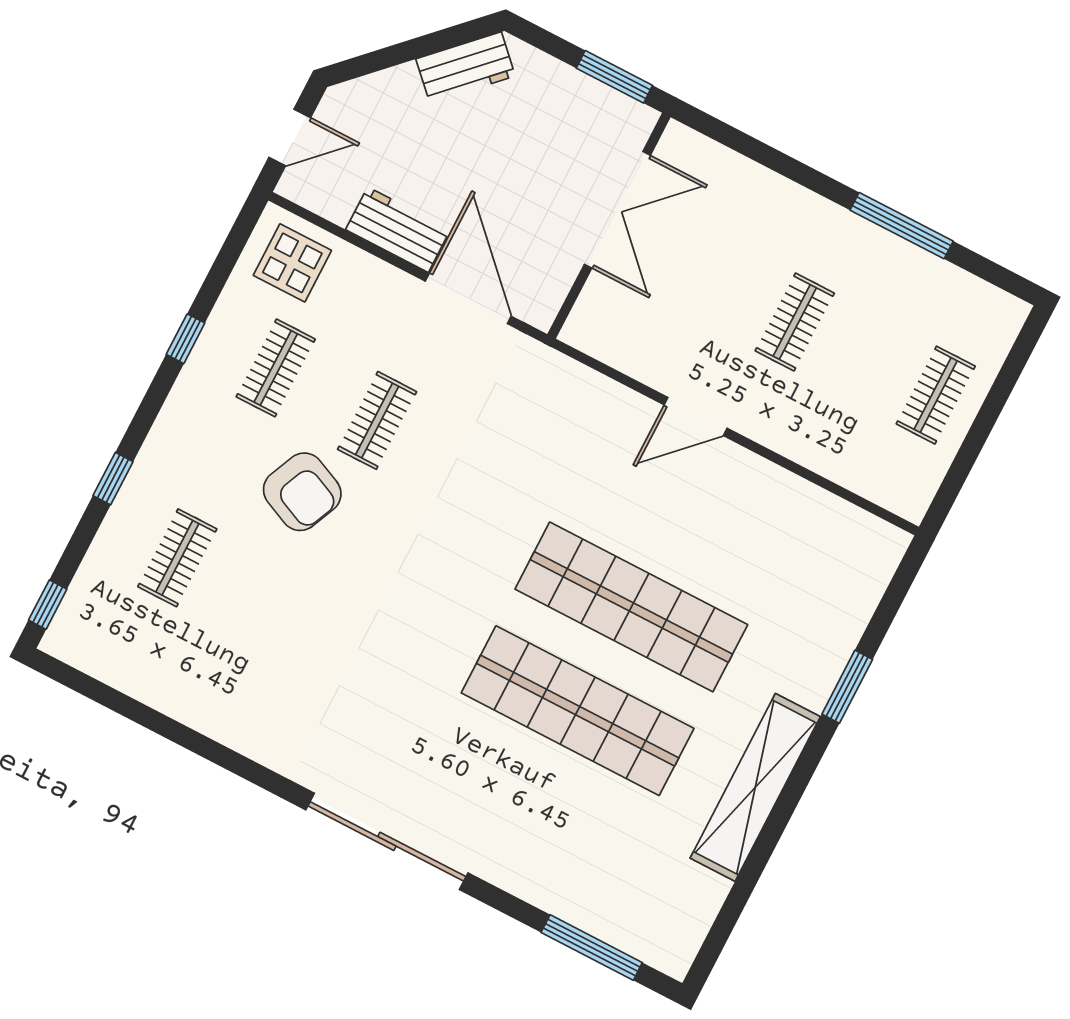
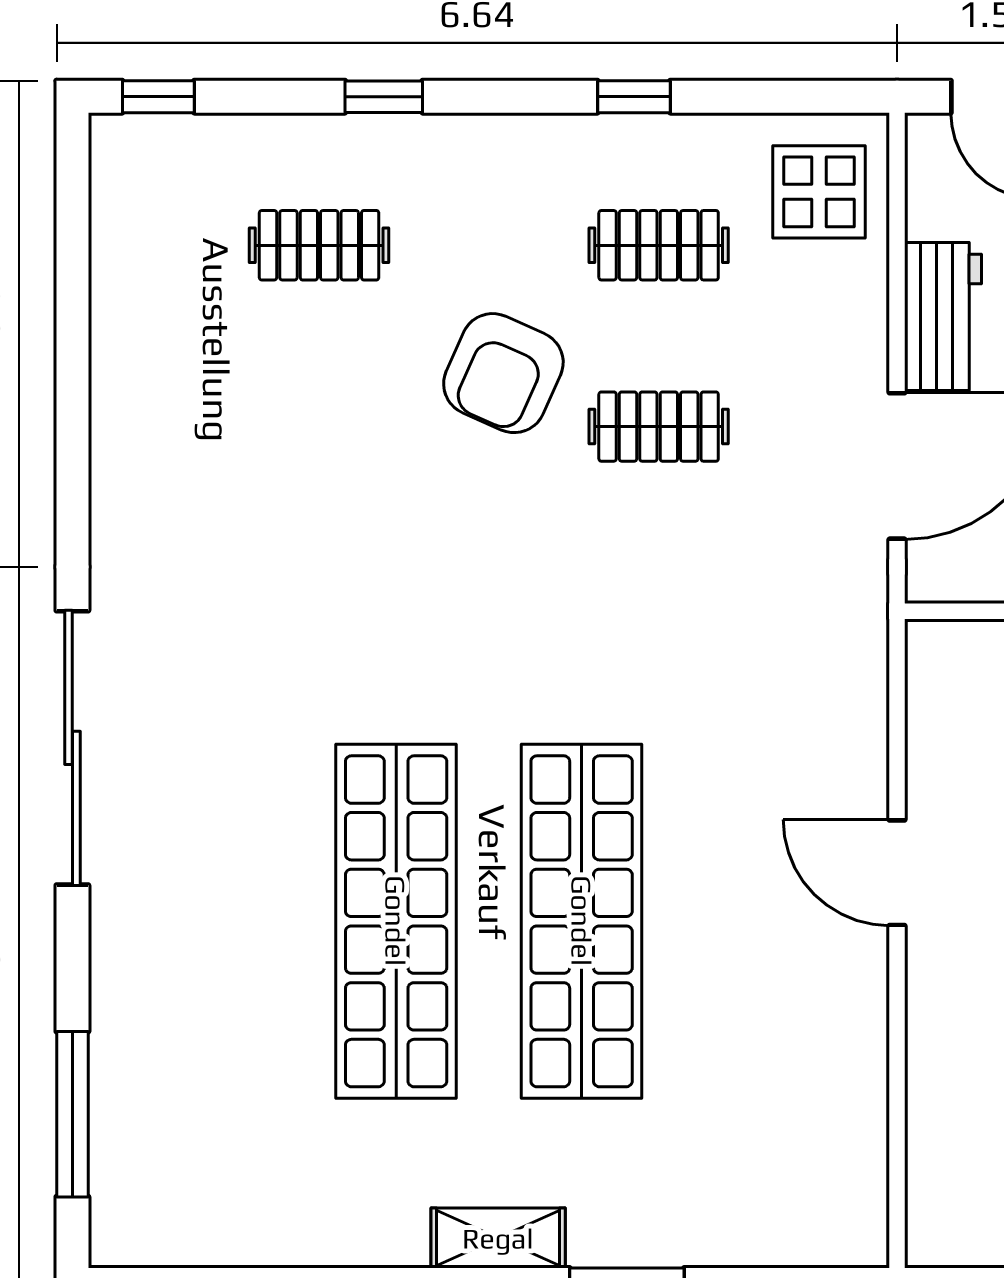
shelving: (755, 787) -> (498, 1238), width x0.45, depth x0.75

